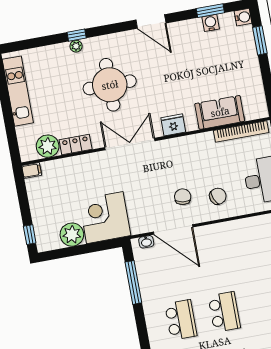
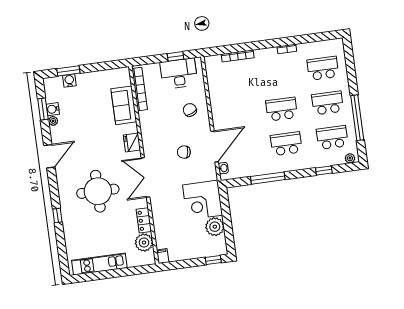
water cooler: (243, 17) -> (69, 81), moved
plant: (76, 46) -> (53, 121), moved
chair: (183, 197) -> (184, 152), moved
window: (133, 282) -> (268, 178), moved

